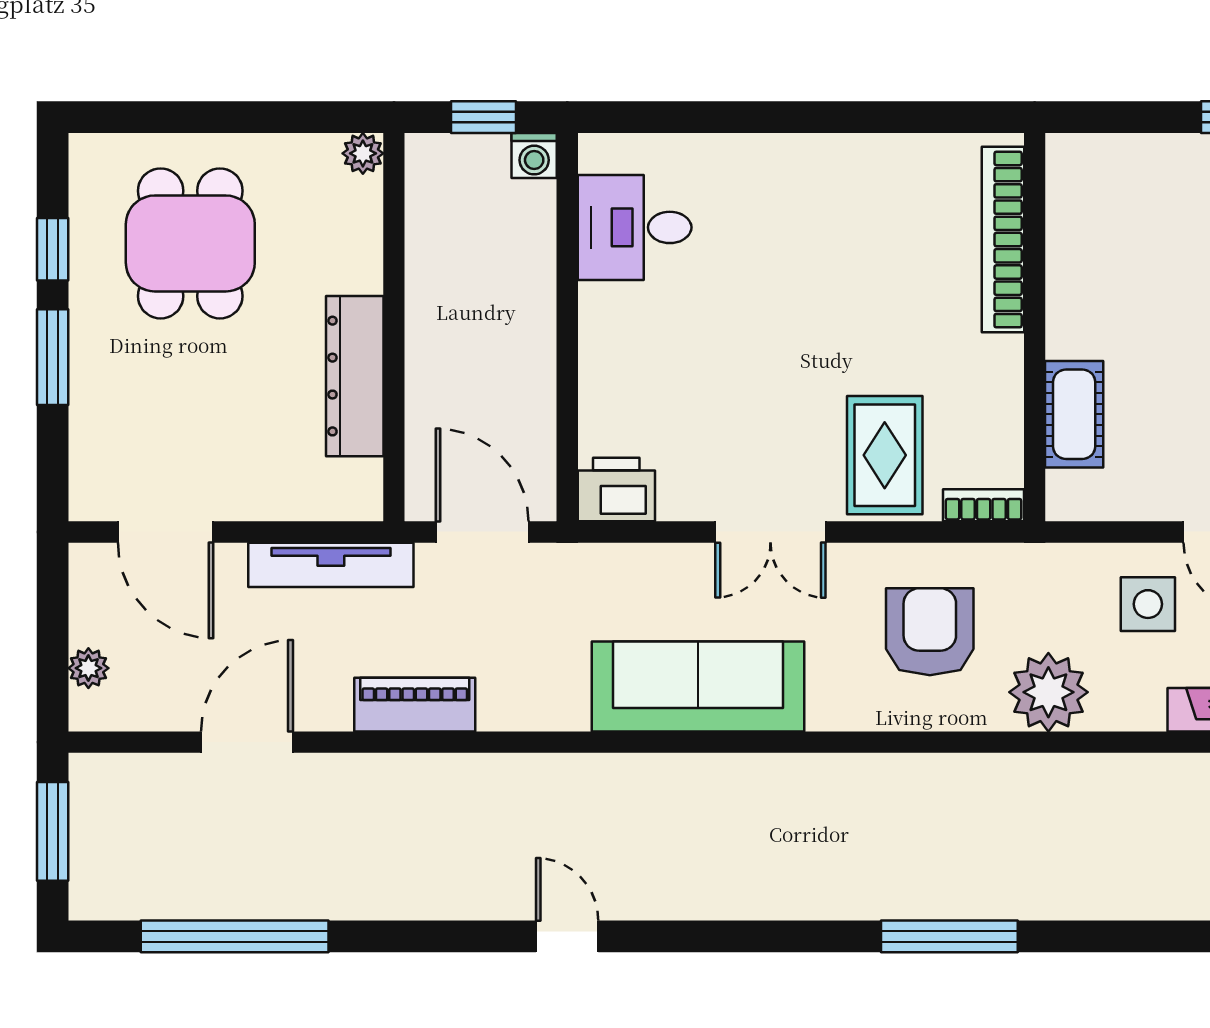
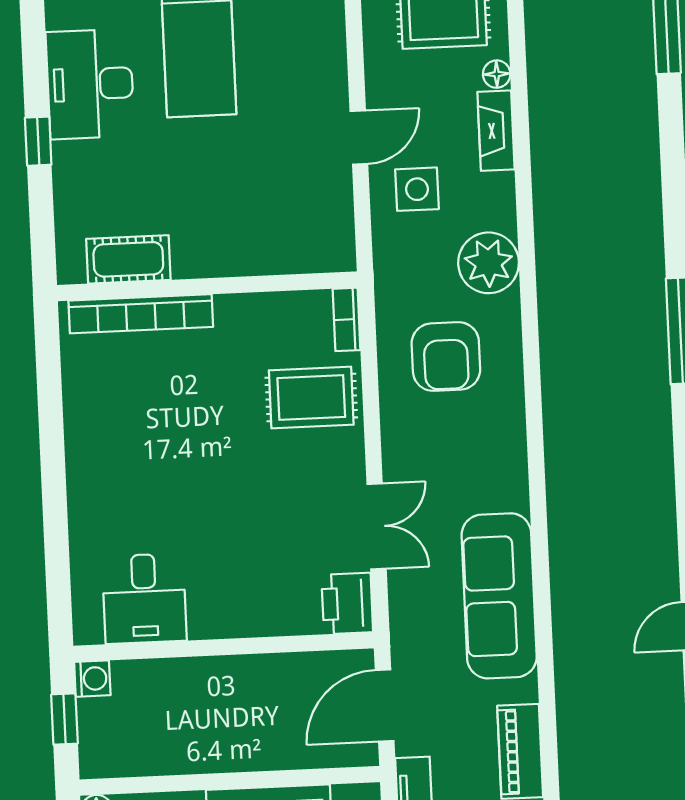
cot: (1074, 414) -> (128, 259), moved
double door: (770, 532) -> (377, 526), moved
armchair: (930, 632) -> (446, 357), turned -90
sofa: (698, 686) -> (499, 596), moved

